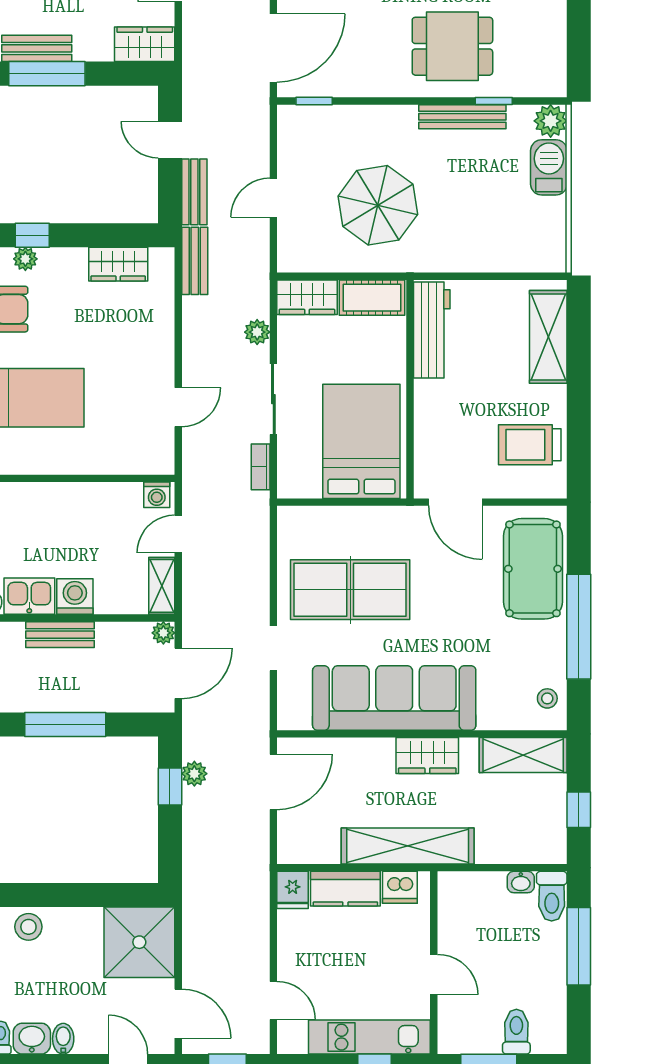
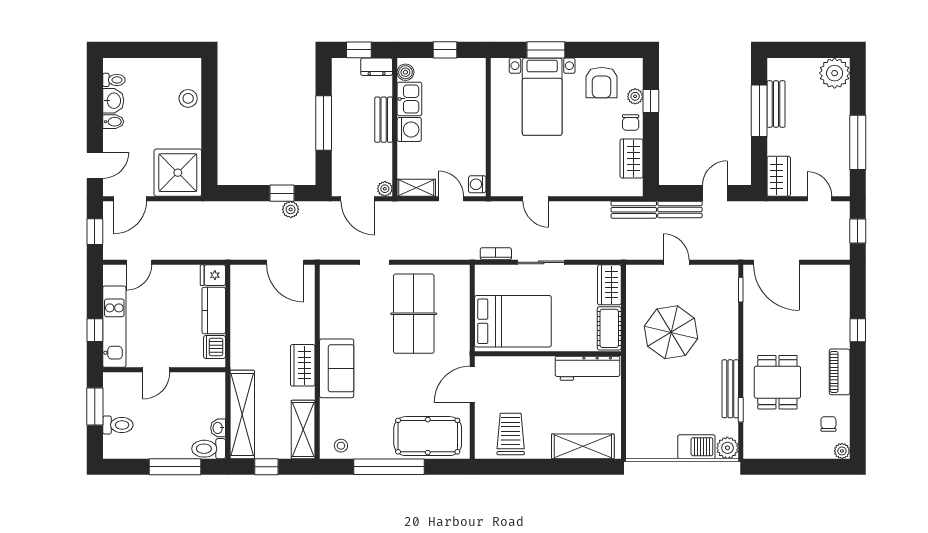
chair: (64, 266) -> (631, 123), added
plant: (257, 332) -> (586, 252), removed
sofa: (394, 698) -> (337, 368), width x0.54, depth x0.79
shelving: (408, 846) -> (242, 414), moved

